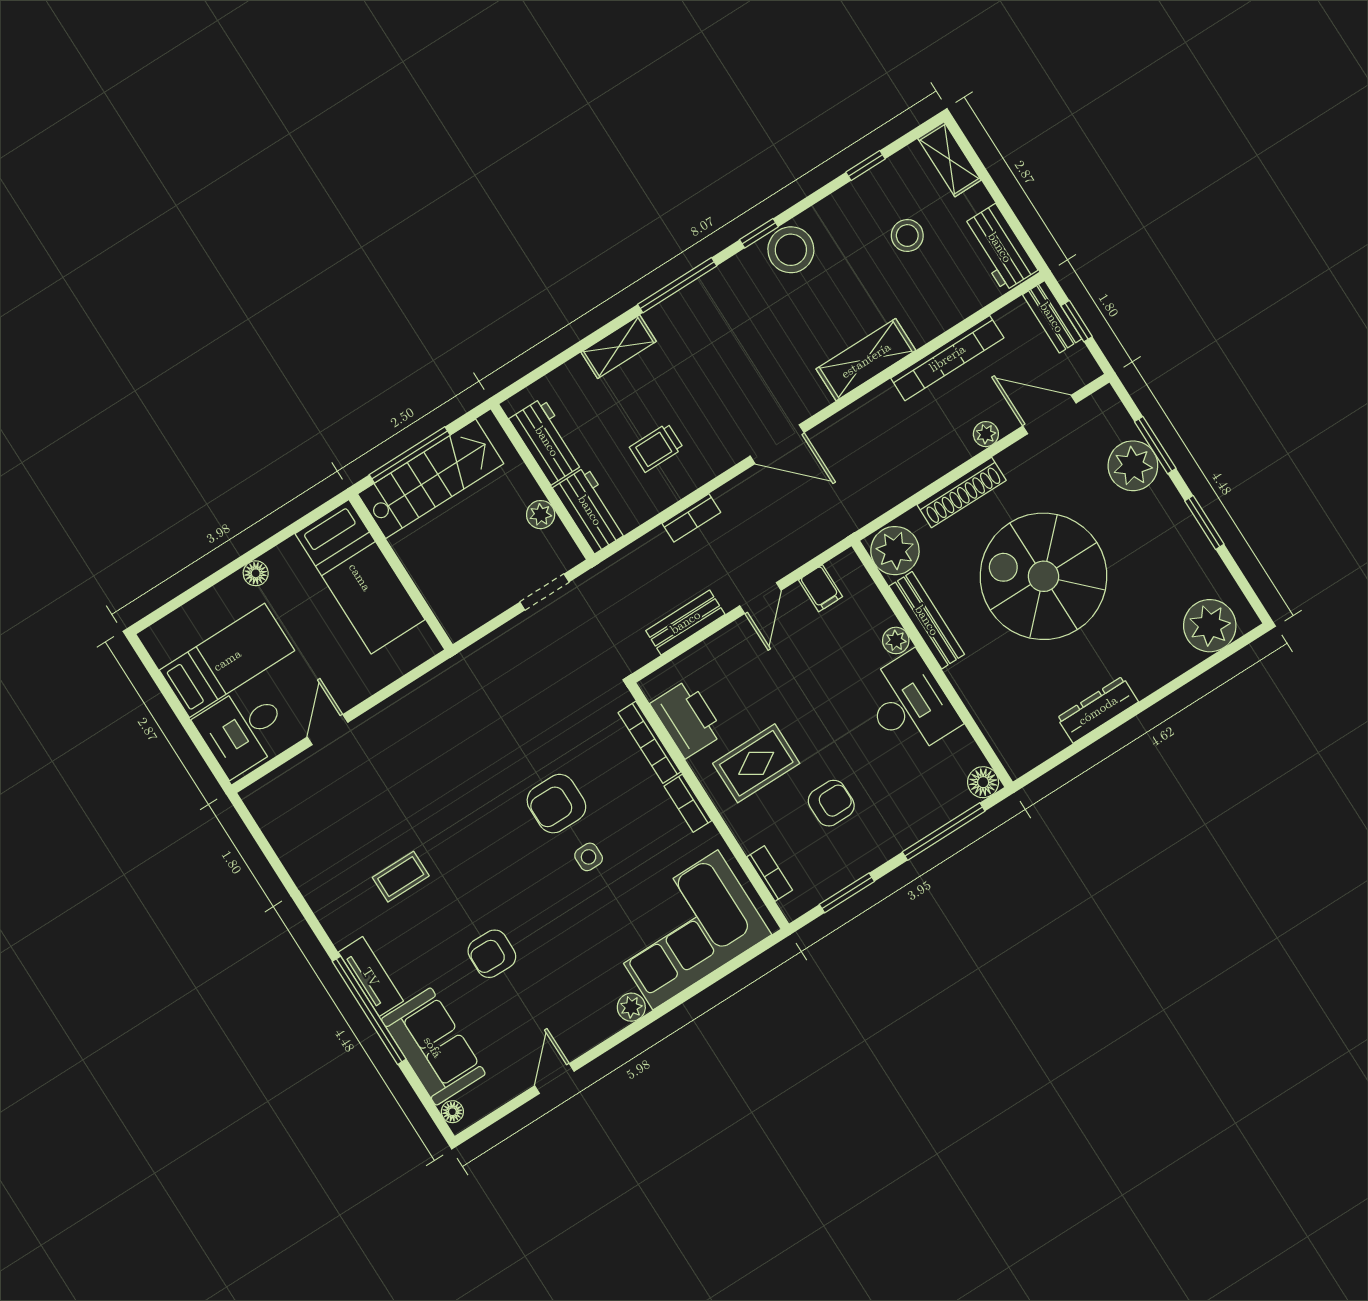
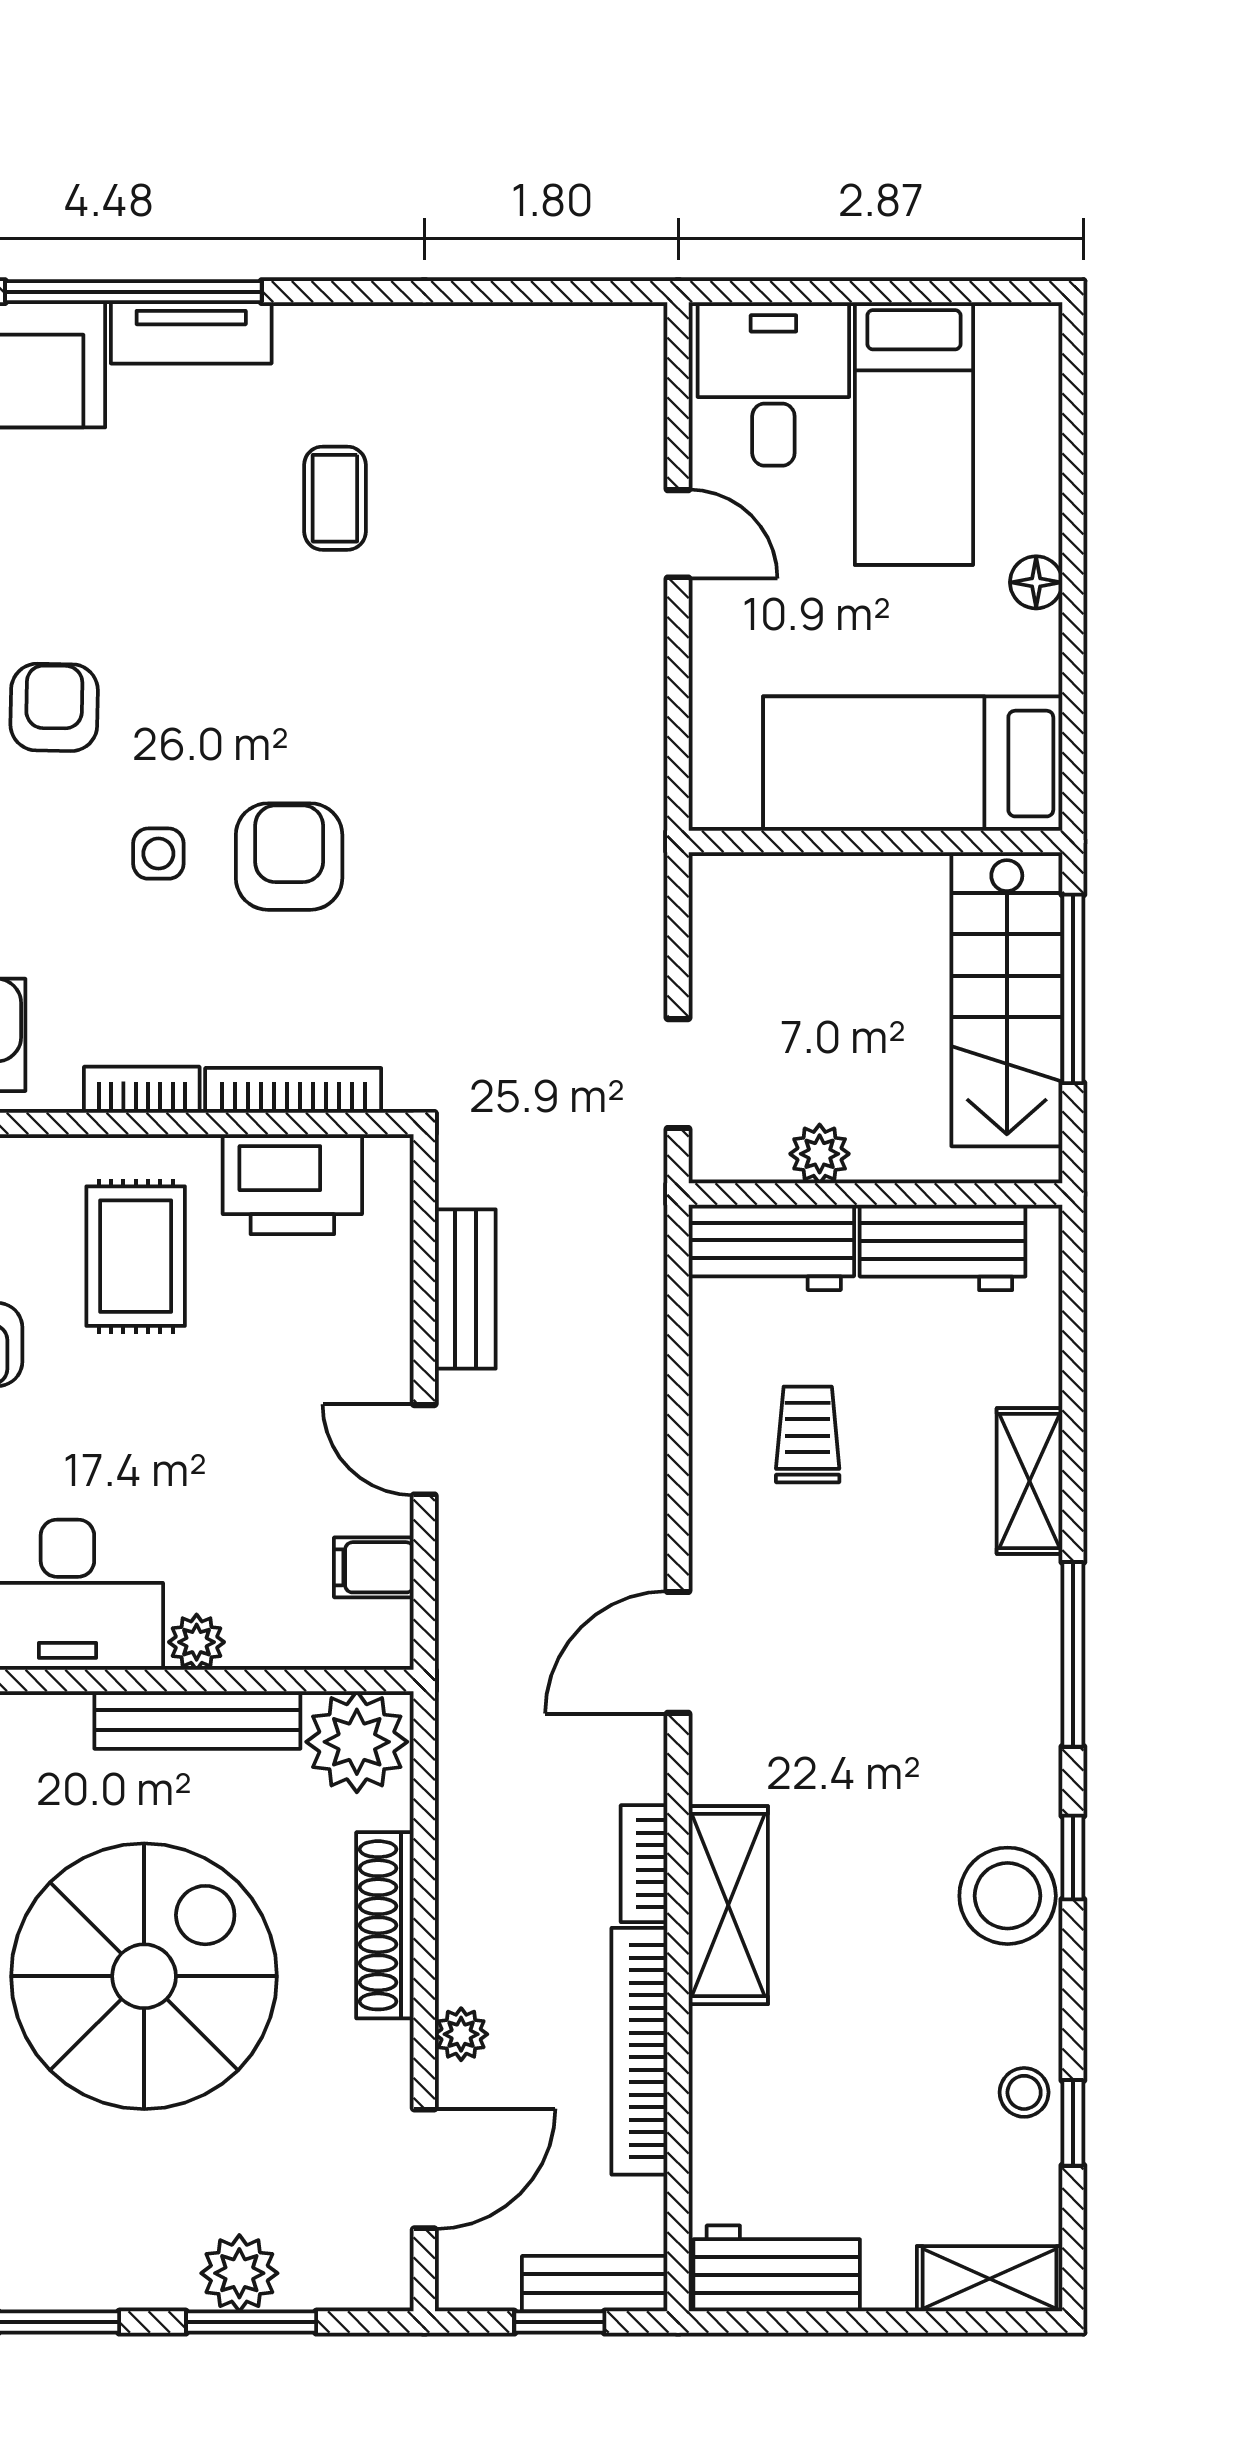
stool: (907, 236) -> (1024, 2092), moved, width x0.73, depth x0.73
plant: (1133, 466) -> (239, 2273), width x0.73, depth x0.73
bookcase: (691, 518) -> (644, 1864), moved
armchair: (492, 954) -> (54, 707), moved

